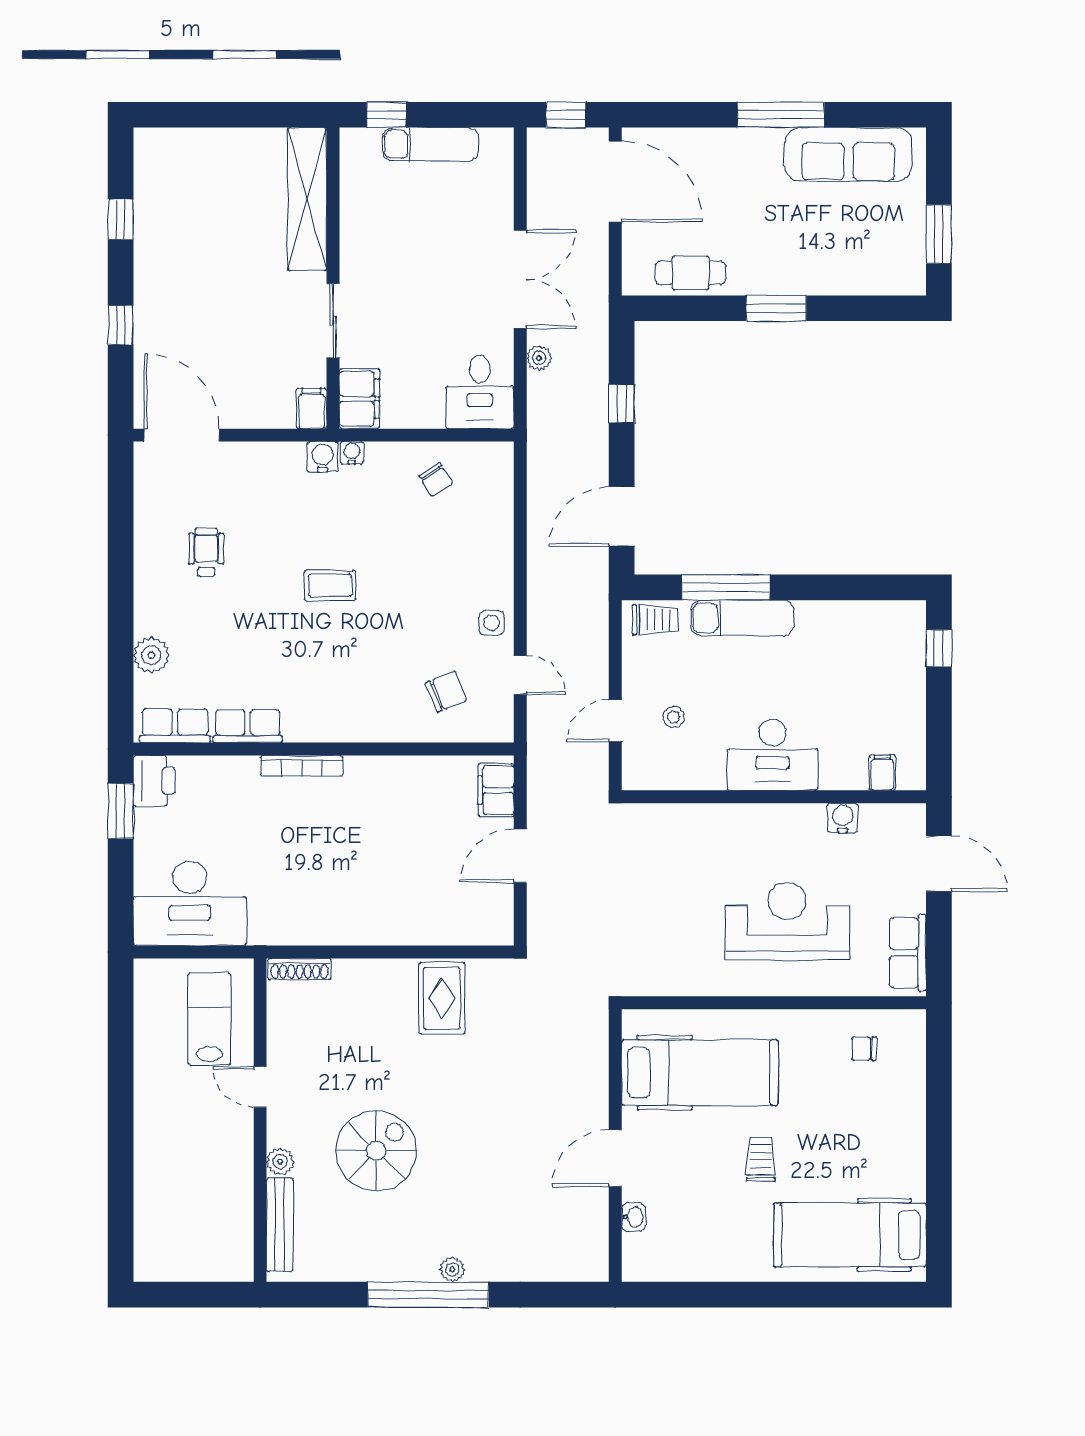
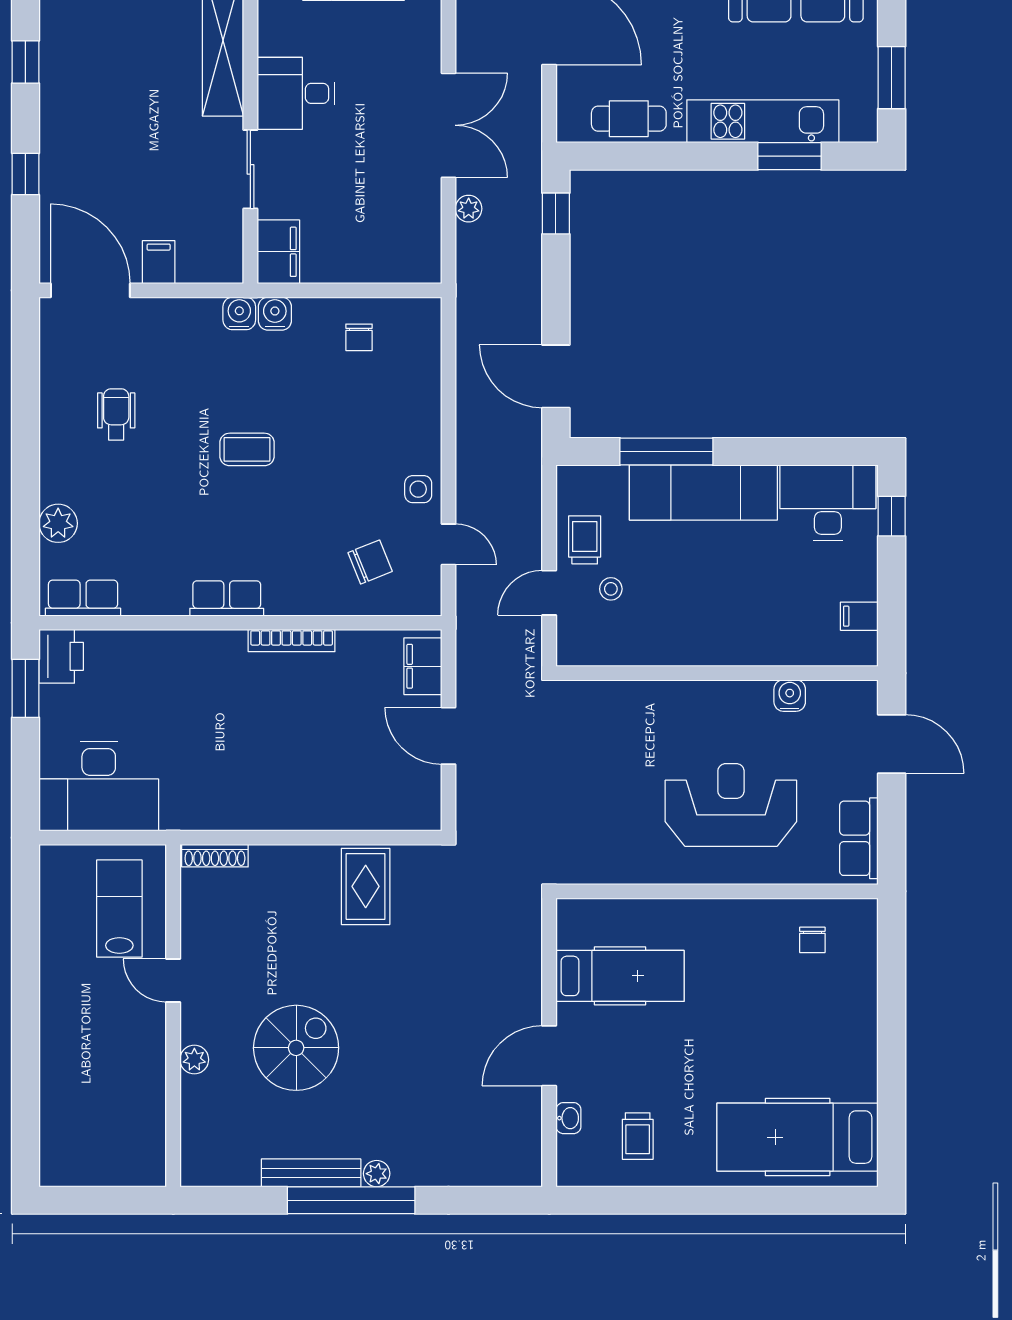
kitchen unit: (817, 275) -> (763, 121), added
window: (776, 308) -> (790, 156), moved
desk: (480, 392) -> (296, 93), moved, turned 90
window: (622, 404) -> (556, 213), moved
filing cabinet: (311, 408) -> (159, 262), moved
water cooler: (352, 453) -> (275, 314), width x1.38, depth x1.38
chair: (436, 479) -> (359, 337), turned 32
door: (622, 516) -> (556, 376), hinge flipped
exam couch: (742, 618) -> (703, 493), width x1.36, depth x1.45
trolley: (656, 620) -> (585, 540), moved, turned -90
row of seats: (248, 726) -> (227, 598), moved
desk: (773, 755) -> (828, 503), moved, turned 180
bookcase: (302, 766) -> (292, 641), moved
filing cabinet: (882, 772) -> (859, 616), moved, turned -90
door: (520, 856) -> (448, 736), hinge flipped
chair: (864, 1049) -> (812, 940), turned -90
hospital bed: (700, 1073) -> (620, 976), width x0.73, depth x0.78
trolley: (761, 1159) -> (638, 1136), moved, turned 180
bench: (280, 1225) -> (311, 1173), moved, turned 90

